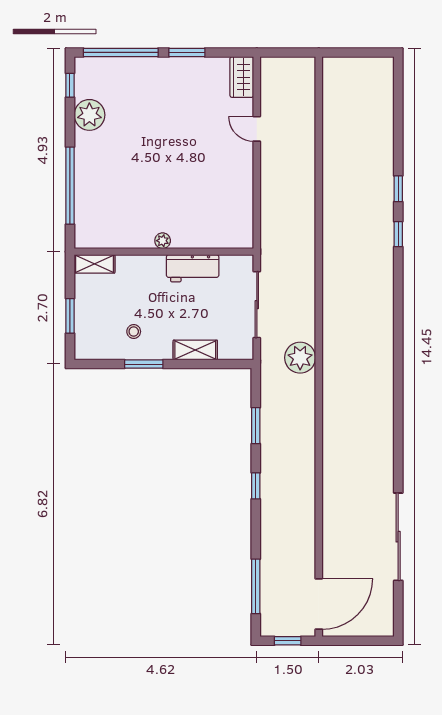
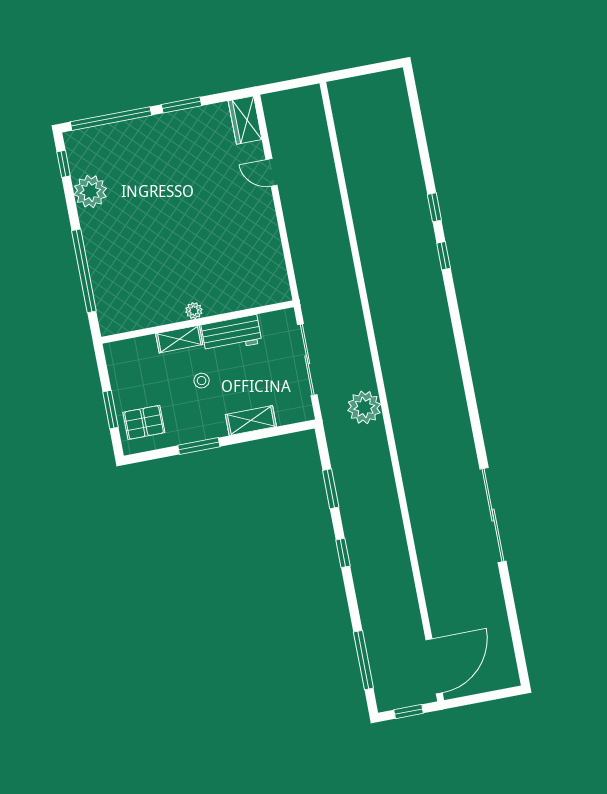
shelving: (94, 264) -> (179, 339), moved
stool: (134, 332) -> (202, 381), moved
pallet: (98, 333) -> (144, 422), added
sliding door: (398, 537) -> (493, 515), moved

